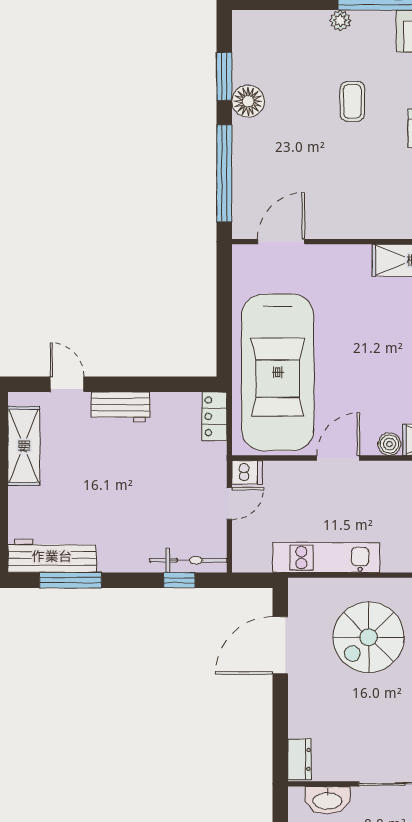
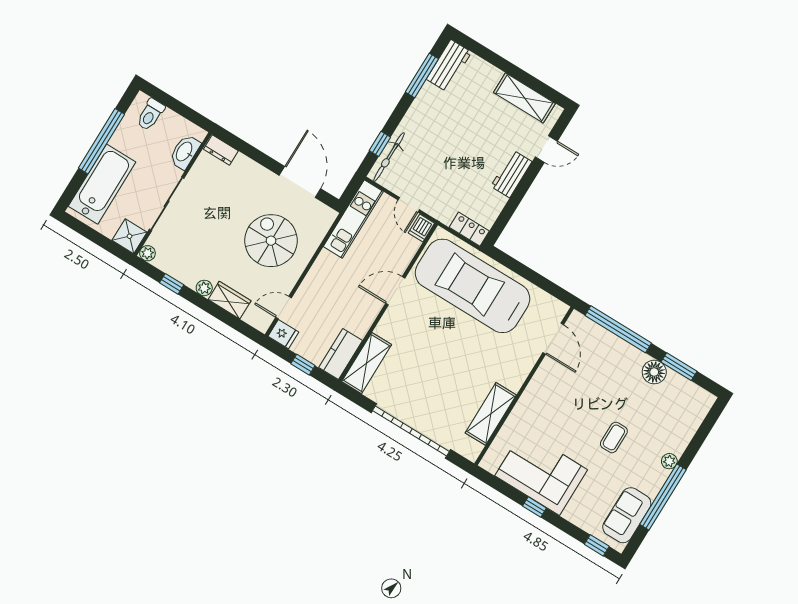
coffee table: (352, 101) -> (614, 437), turned 90
boiler: (389, 444) -> (384, 328), removed
door: (338, 458) -> (395, 291), swing flipped
workbench: (52, 556) -> (449, 66), width x0.73
kitchen unit: (326, 558) -> (353, 219), moved

